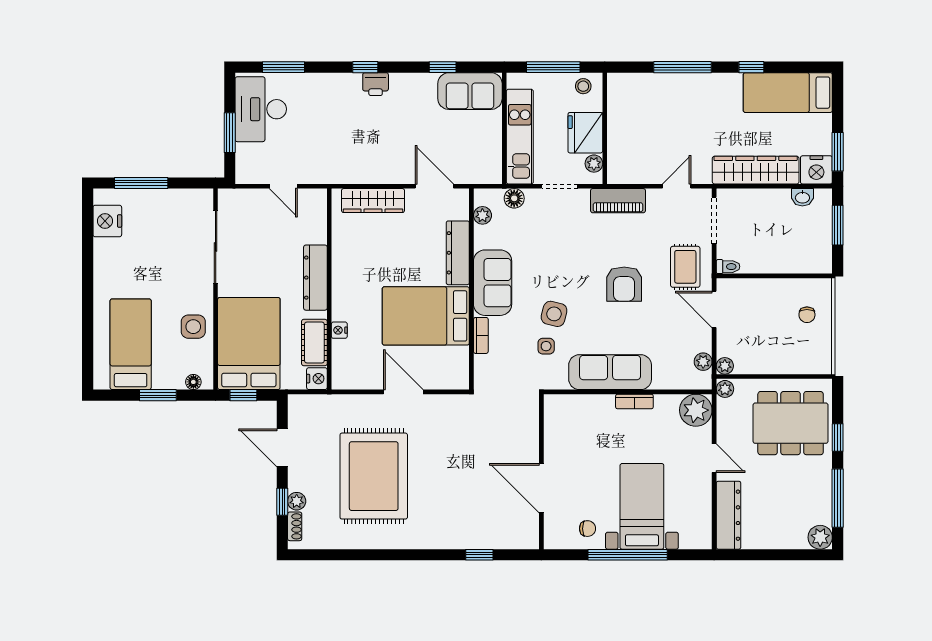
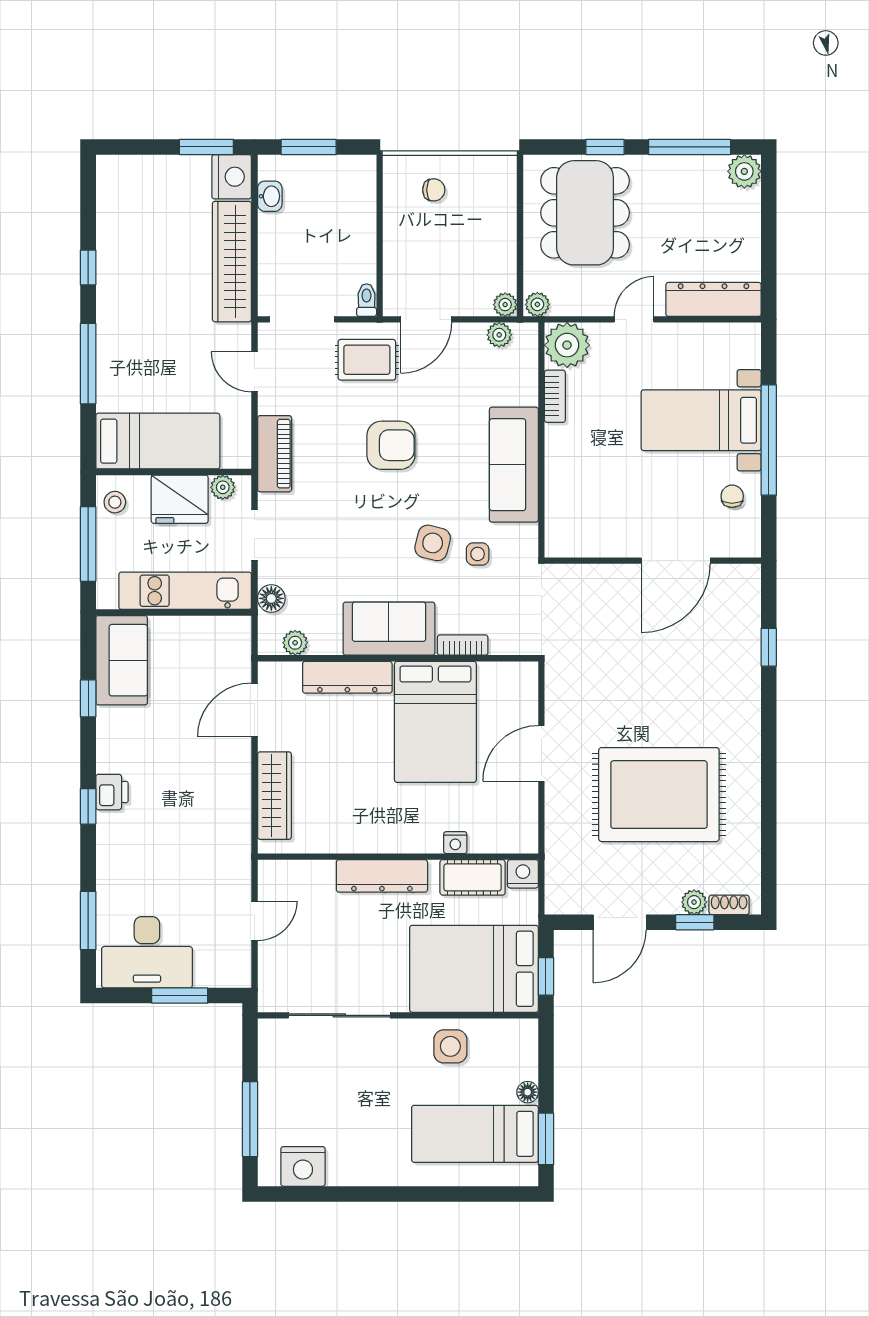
bed: (788, 93) -> (158, 441), moved, turned -90
floor lamp: (193, 382) -> (528, 1092), moved
window: (158, 395) -> (546, 1139), moved
bookcase: (634, 402) -> (555, 396), moved

